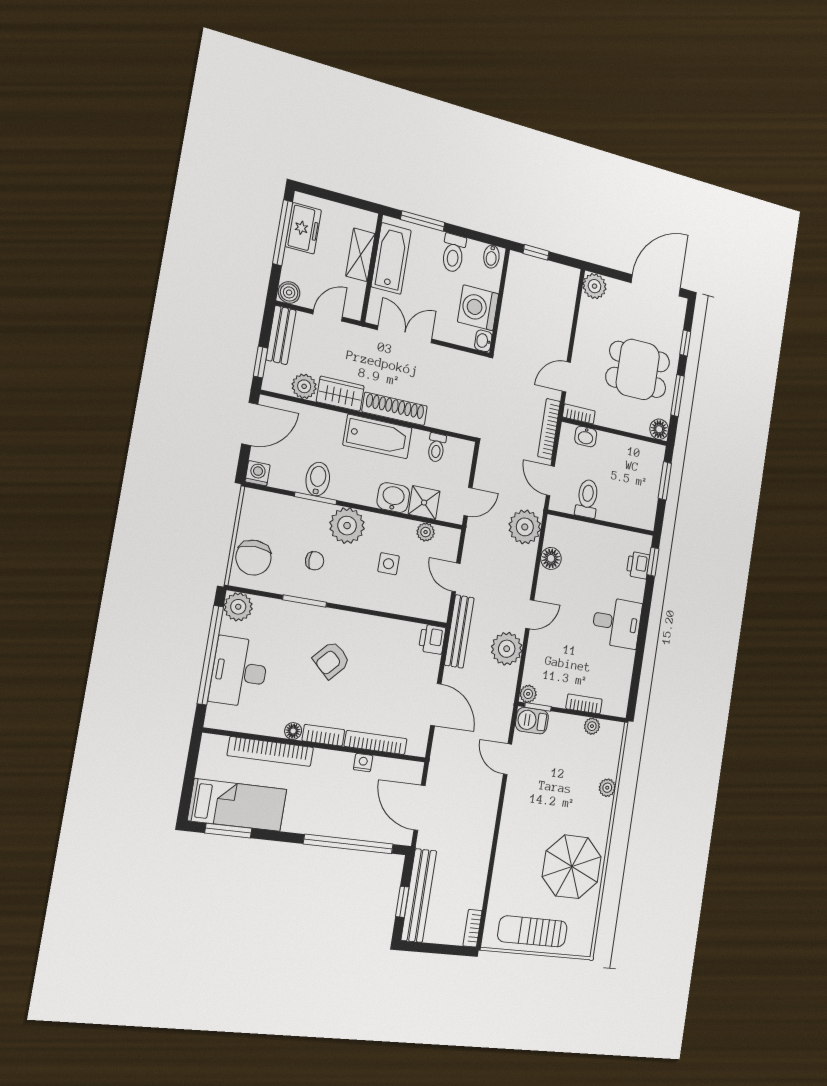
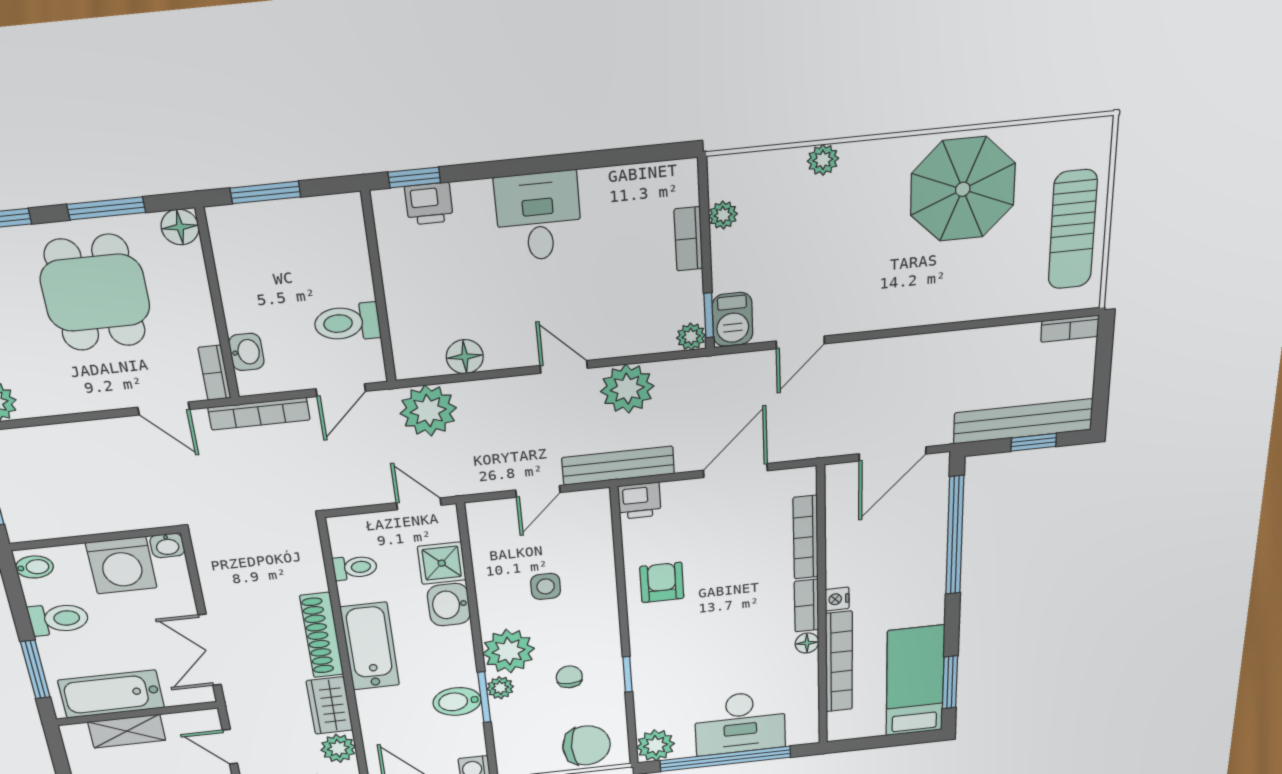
plant: (426, 532) -> (500, 688), moved
window: (305, 601) -> (628, 674), width x0.67
armchair: (331, 660) -> (662, 582), moved, turned -133
nightstand: (363, 763) -> (837, 599), moved

